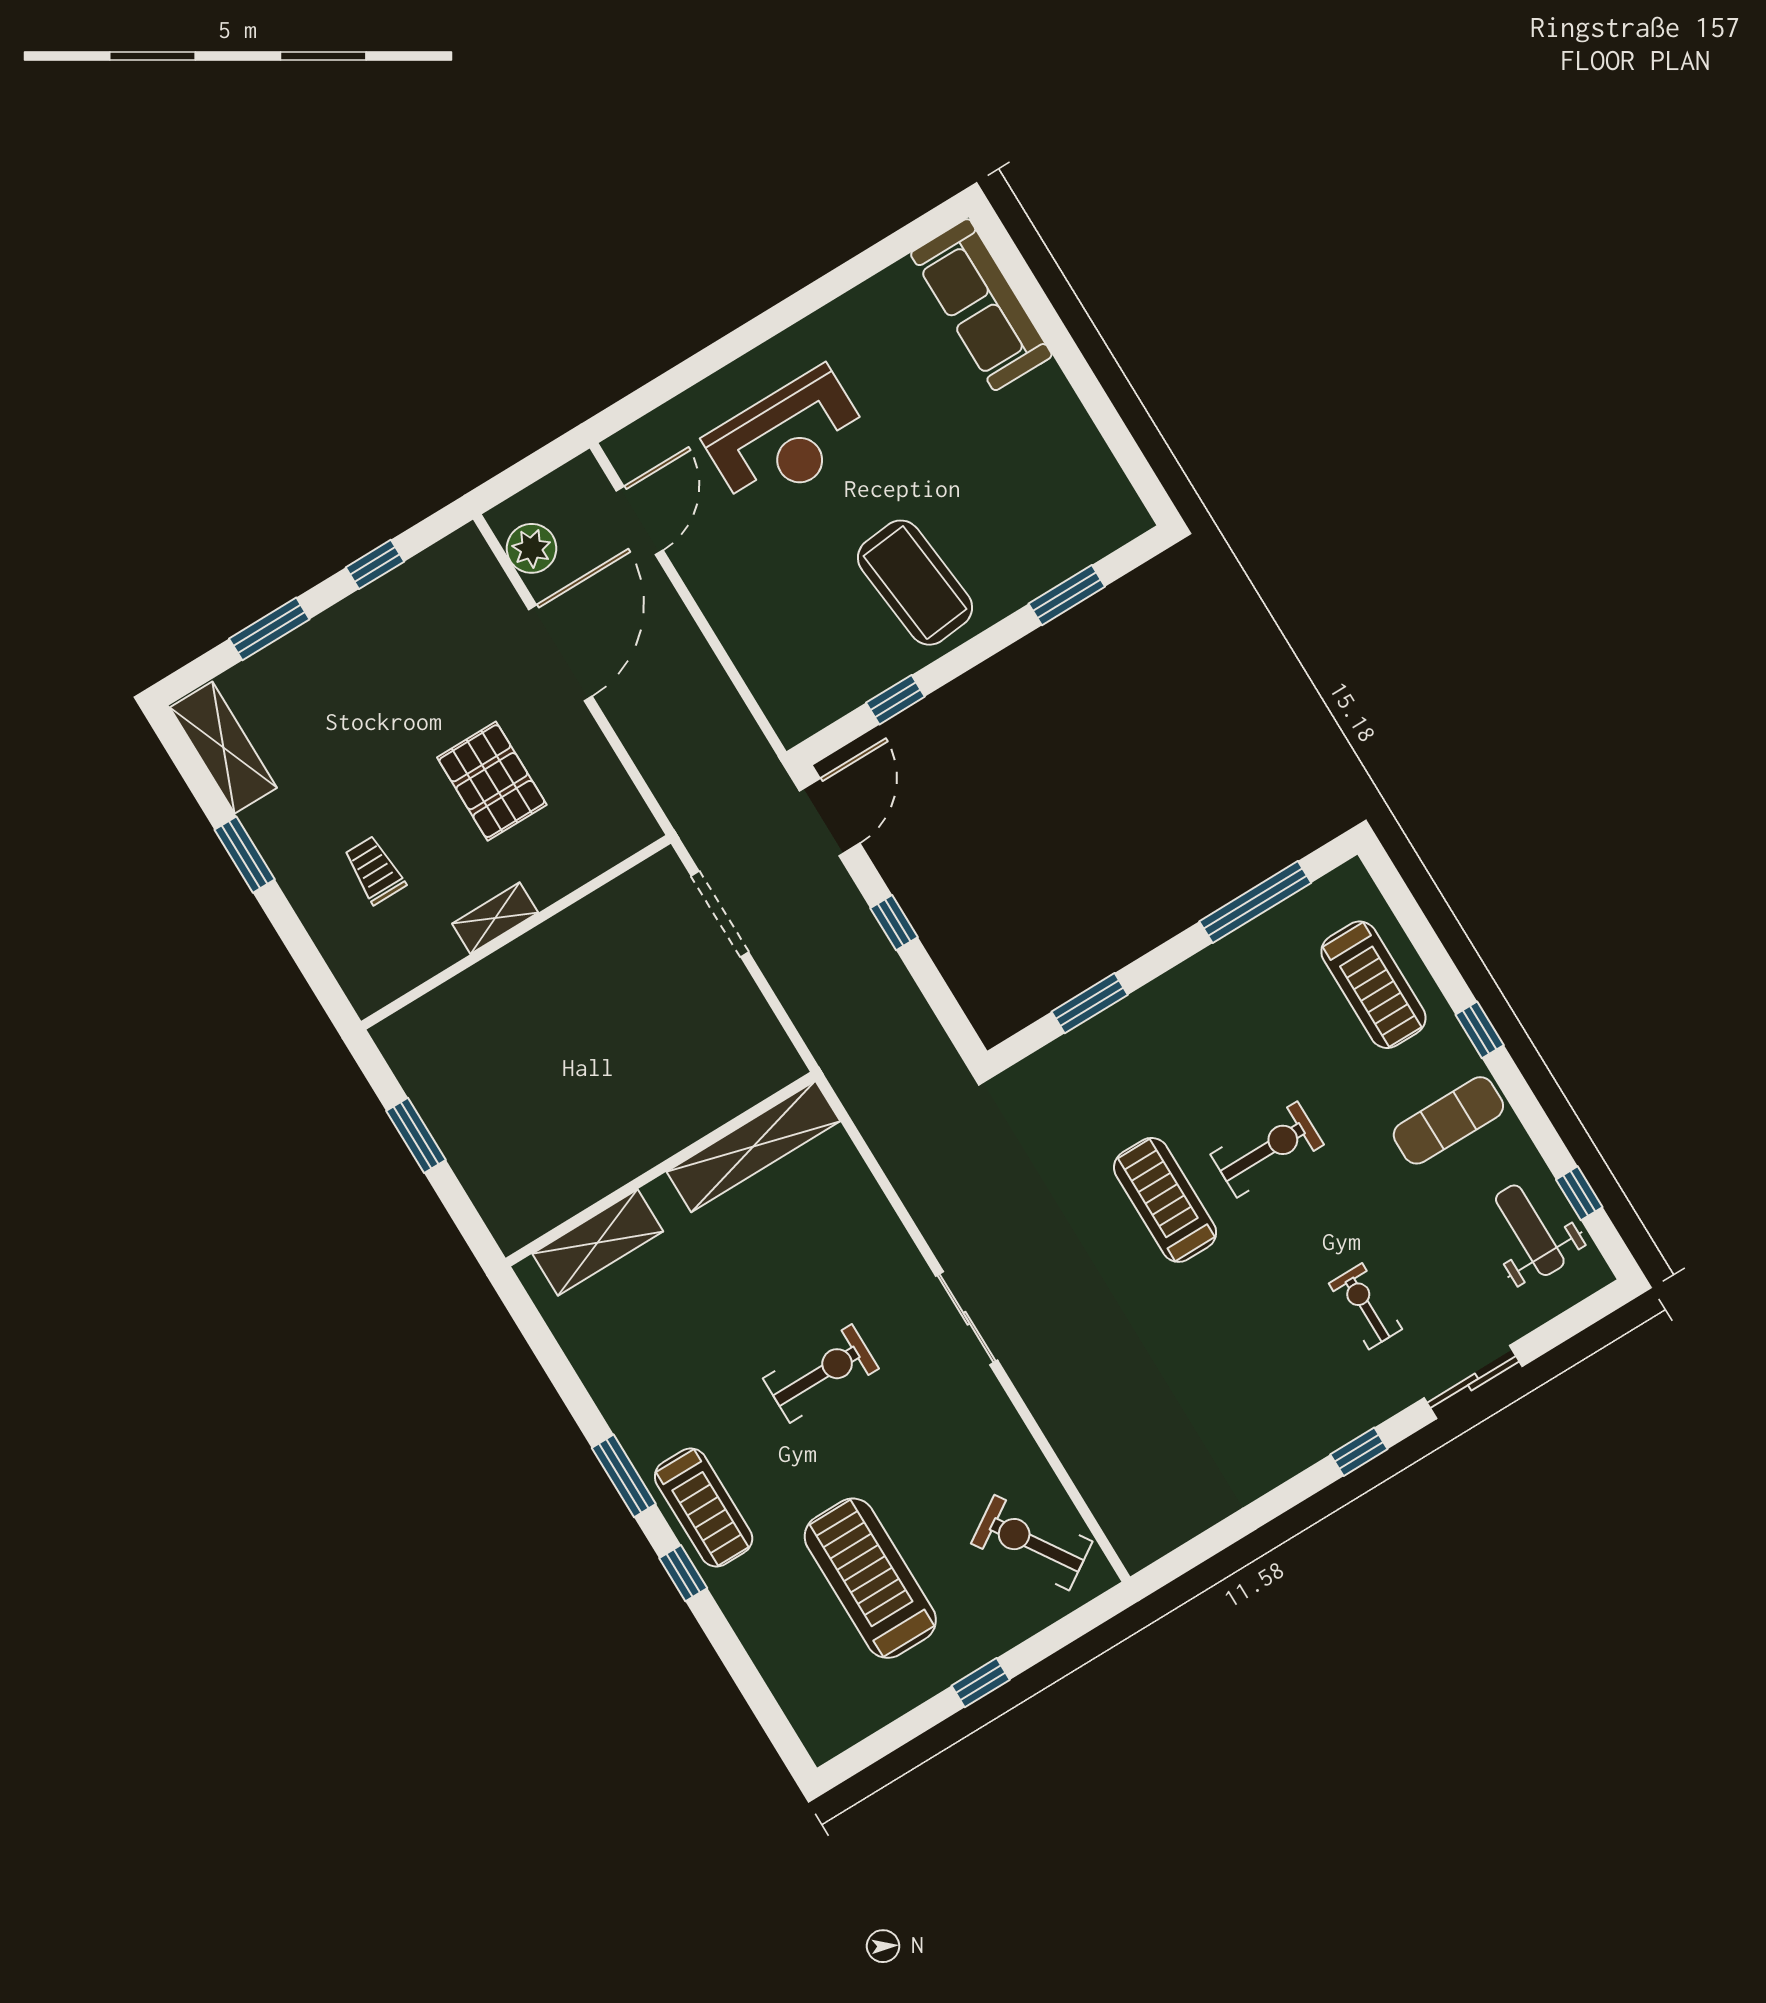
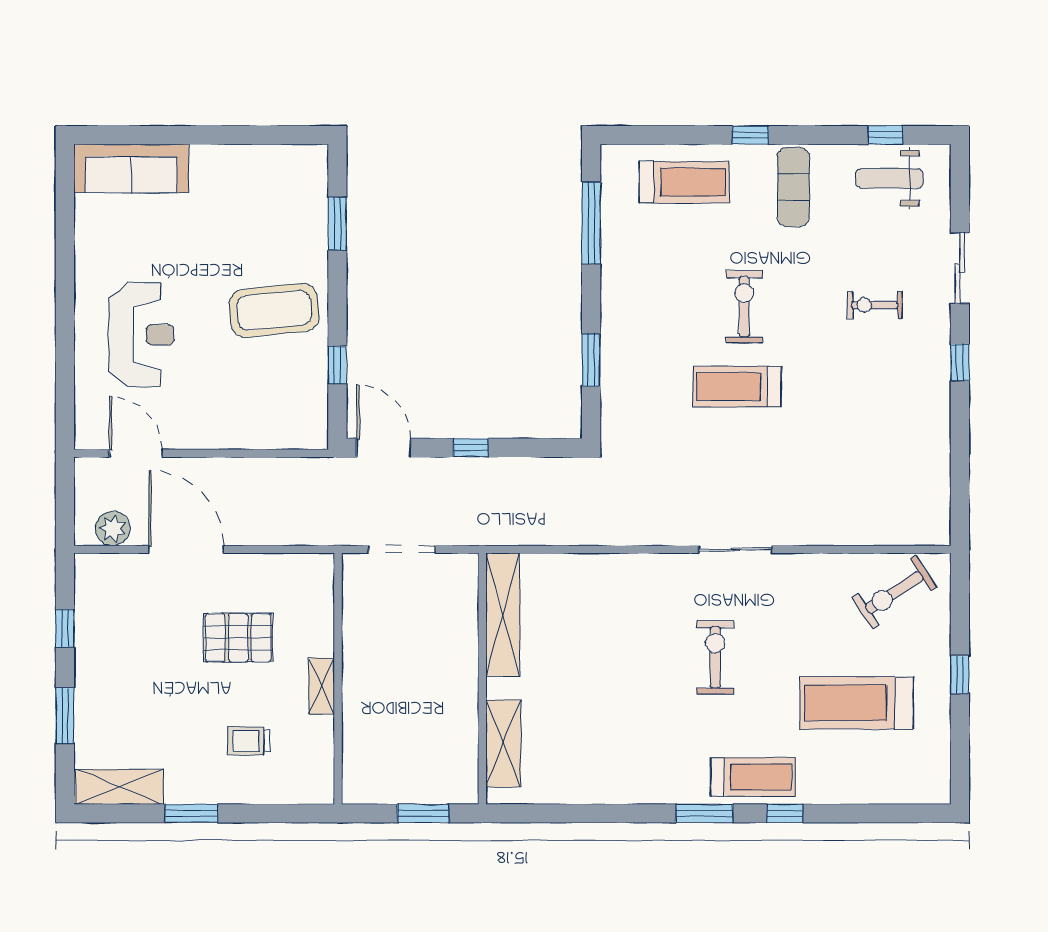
shelving: (753, 1146) -> (503, 615), moved
wall: (661, 1169) -> (482, 679), moved
shelving: (598, 1242) -> (503, 743), moved

